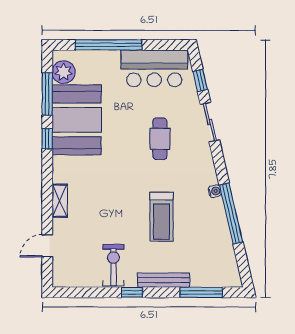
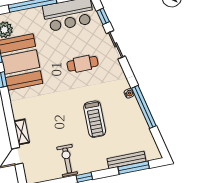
cafe table: (160, 139) -> (82, 64), turned 90
shelving: (60, 201) -> (22, 132), moved
bench: (164, 280) -> (126, 160), moved

